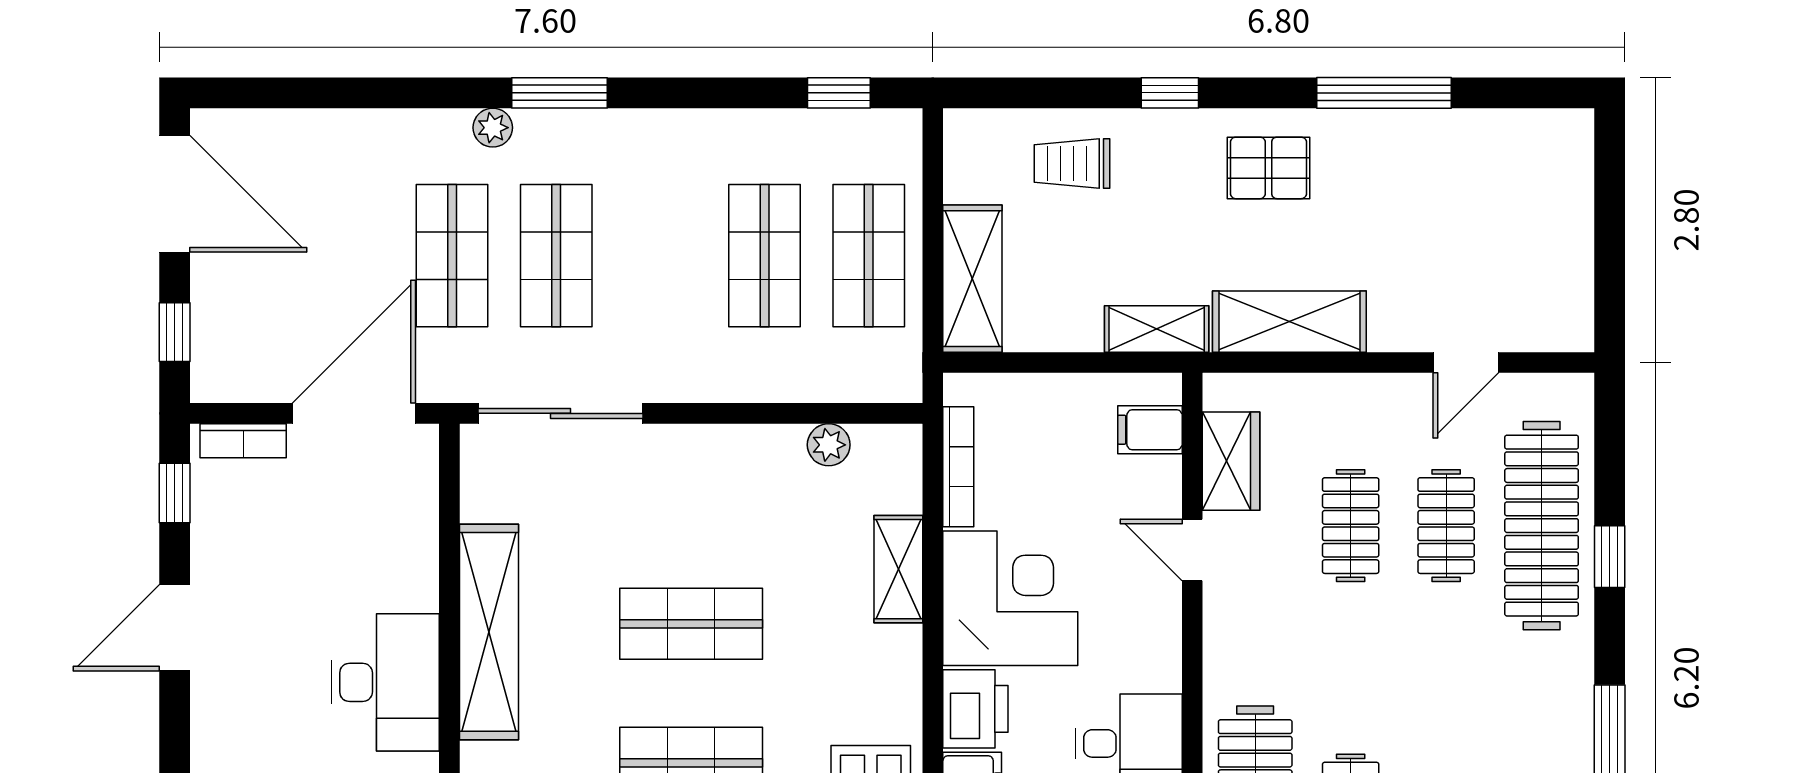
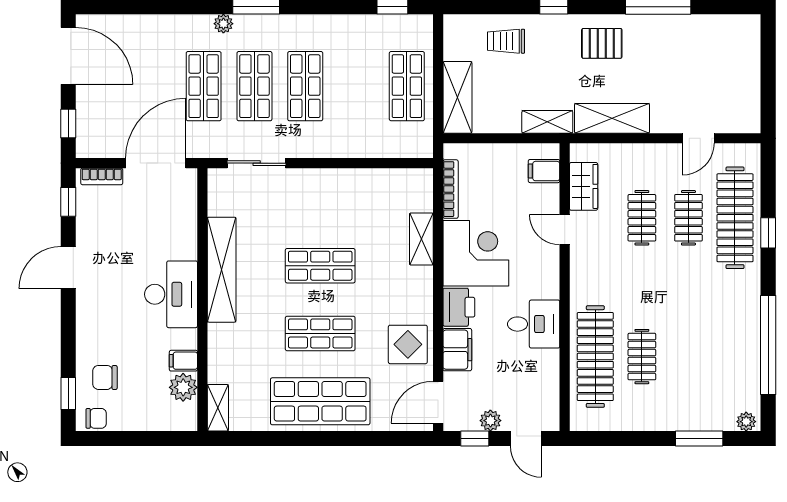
shop shelf: (765, 256) -> (305, 86), moved
sliding door: (561, 413) -> (257, 163), width x0.73
plant: (829, 445) -> (387, 178), removed

